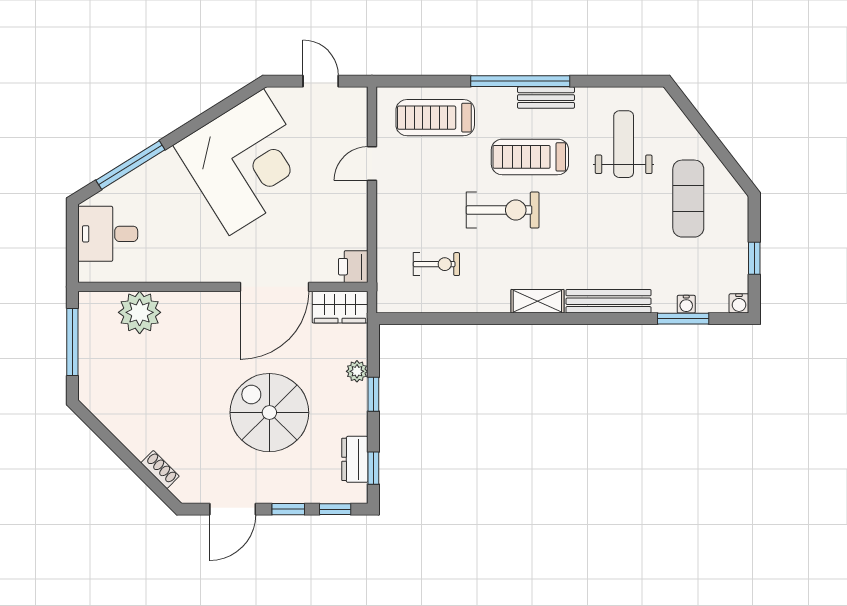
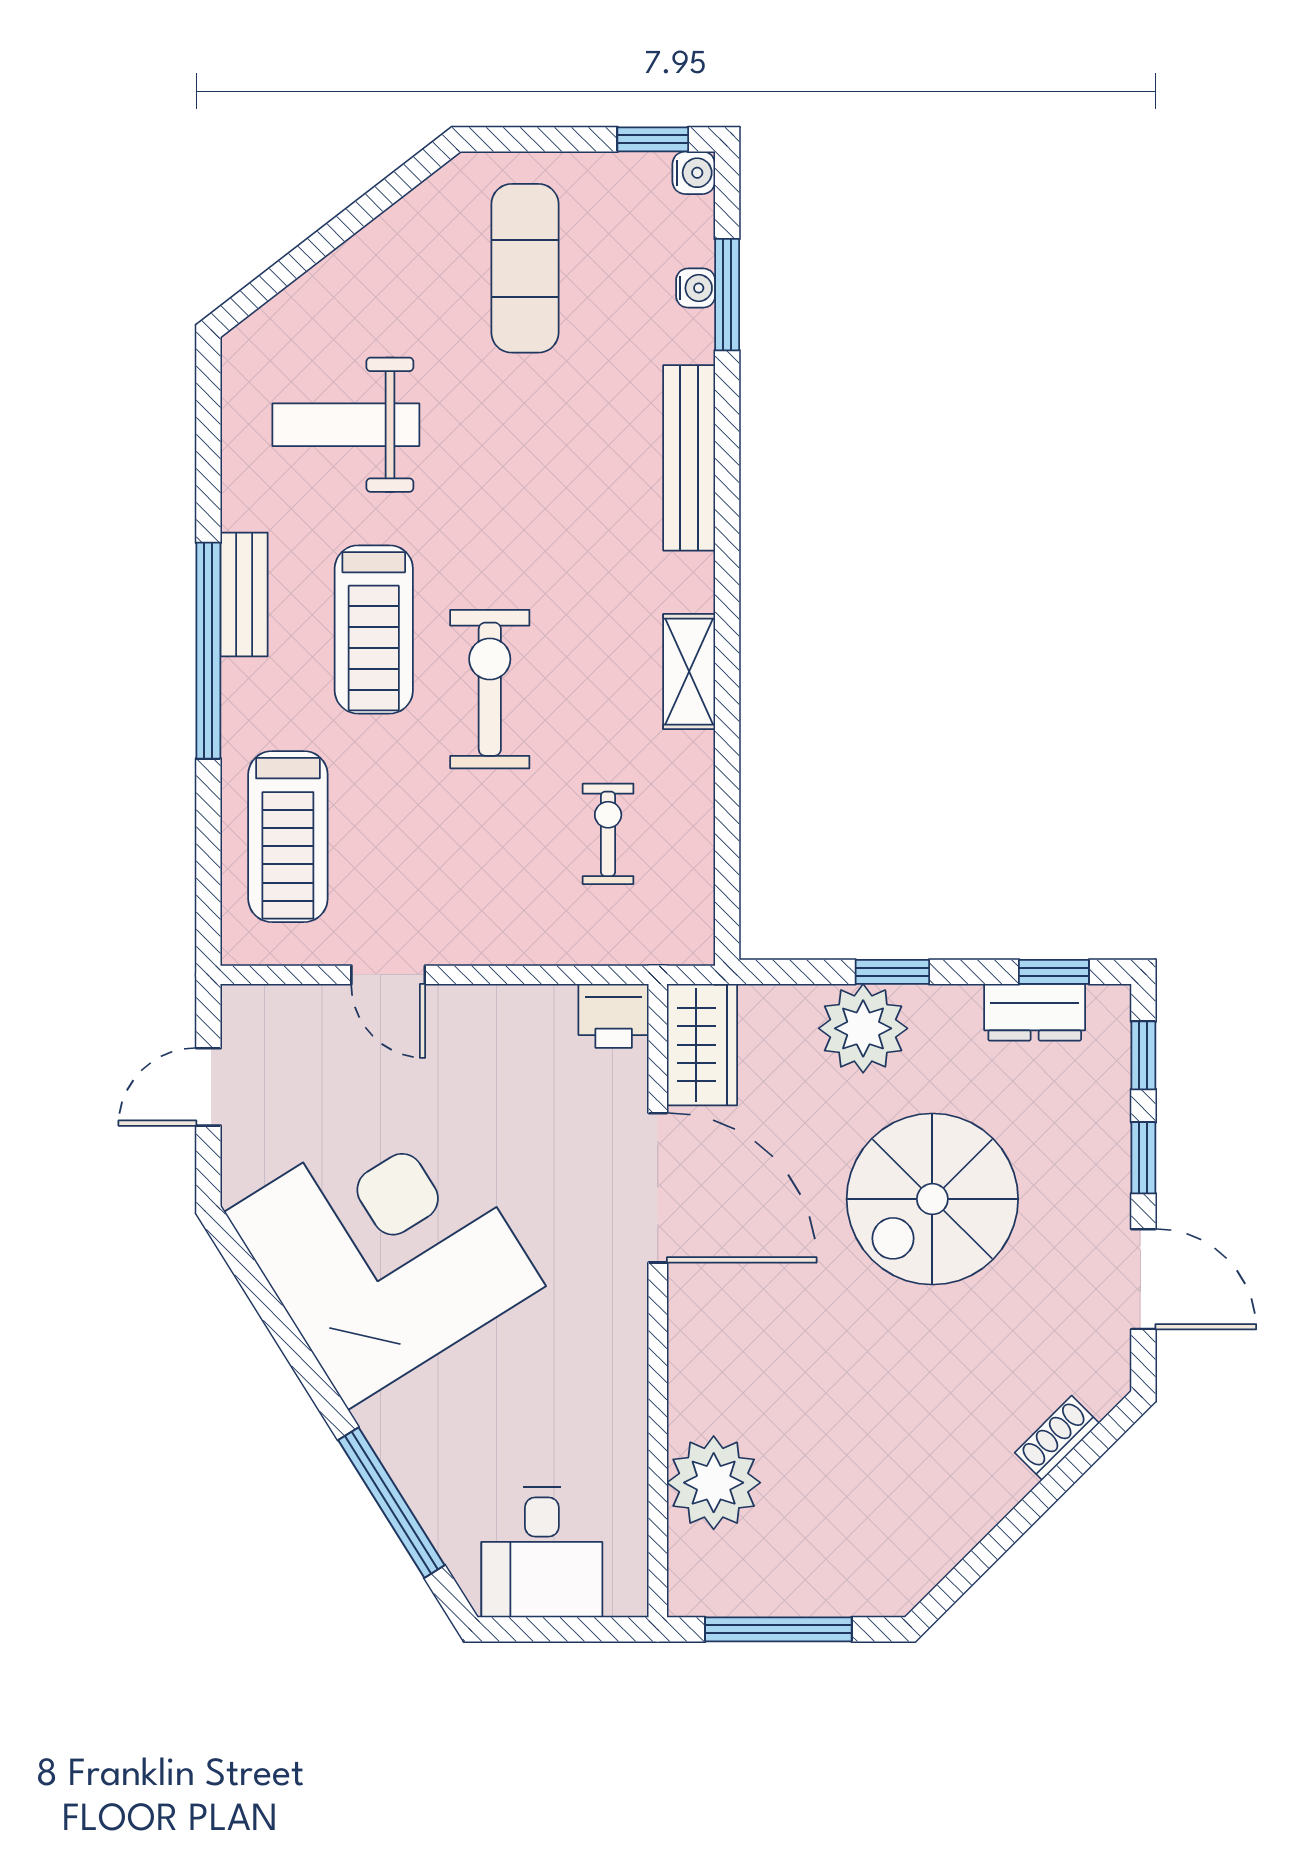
exercise mat: (688, 199) -> (525, 268), moved, turned 90
window: (754, 258) -> (653, 139), moved
shelving: (537, 301) -> (689, 672), moved
plant: (357, 371) -> (863, 1028), width x1.88, depth x1.88

